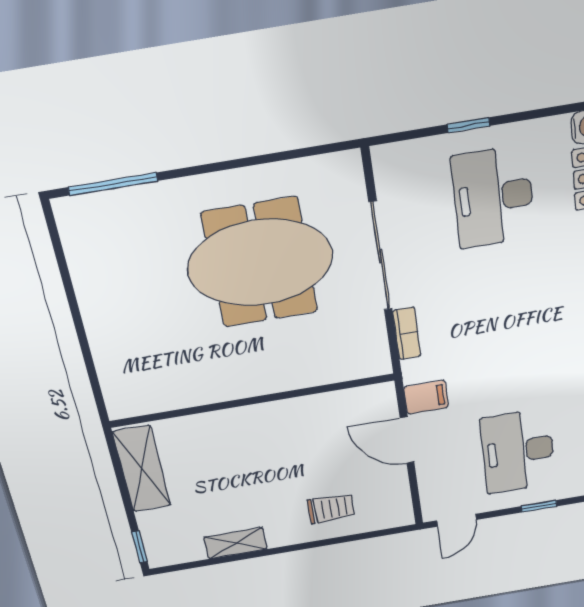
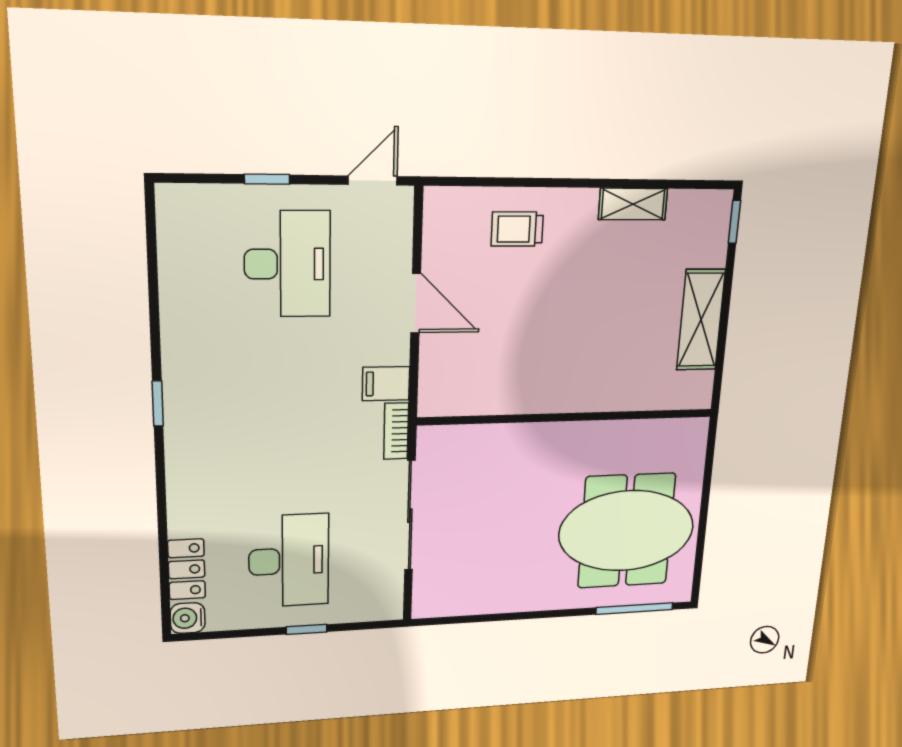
meeting table: (260, 263) -> (626, 531), moved
filing cabinet: (426, 397) -> (386, 384), moved
wall: (252, 401) -> (567, 417), moved

